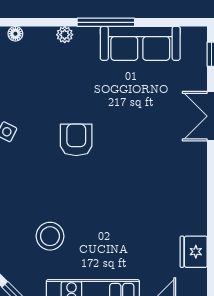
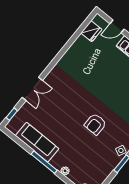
fridge: (194, 252) -> (91, 31), moved

